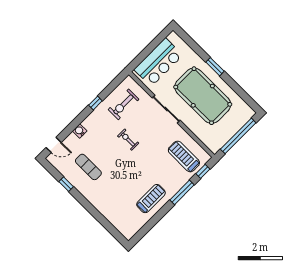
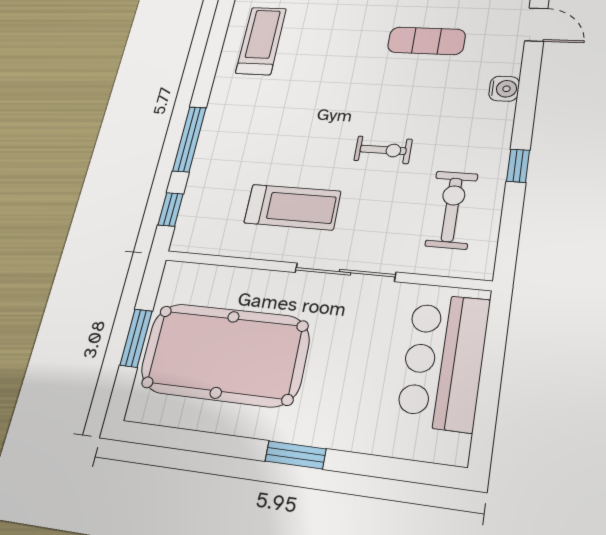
pool table: (203, 96) -> (225, 354), moved
window: (238, 136) -> (136, 338), width x0.47
door: (54, 145) -> (536, 25), swing flipped
treadmill: (184, 156) -> (292, 207), moved
treadmill: (151, 199) -> (261, 41), moved, turned 180

